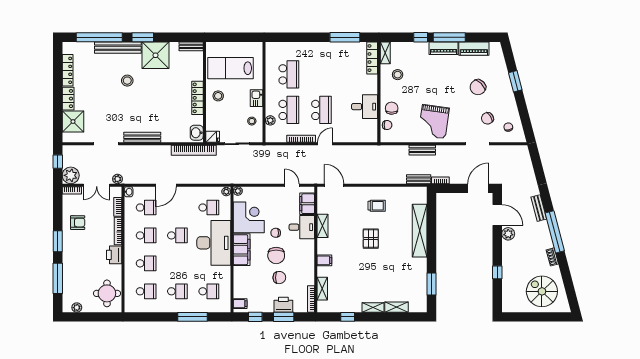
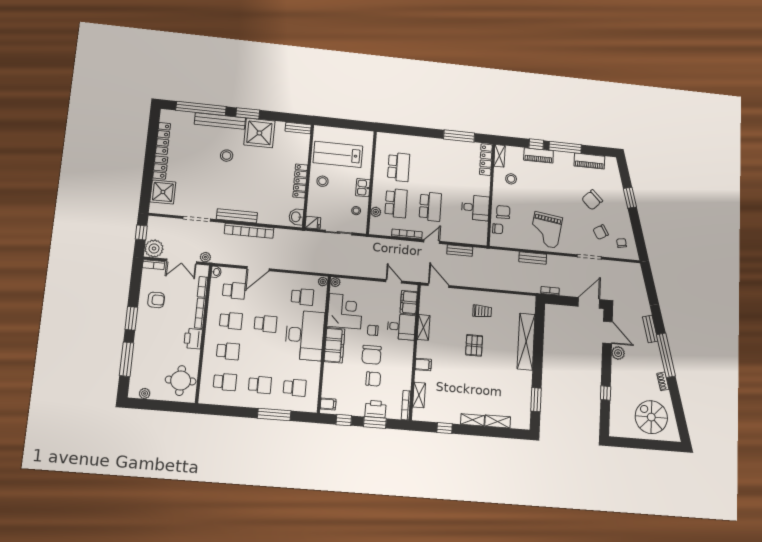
piano: (444, 48) -> (539, 155), moved
bookcase: (194, 150) -> (249, 231), moved
bench: (419, 179) -> (460, 251), moved

